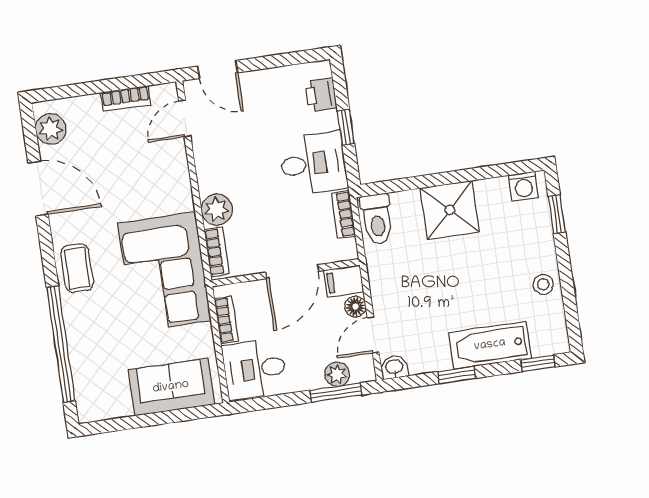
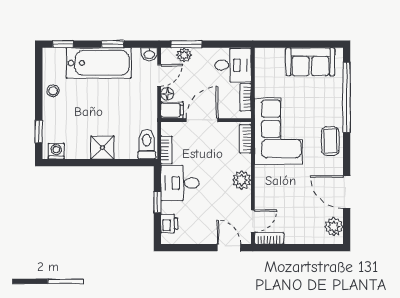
bookcase: (126, 99) -> (269, 238), moved
plant: (217, 210) -> (242, 180), moved
shower: (450, 210) -> (102, 148), width x0.73, depth x0.73
bathtub: (490, 345) -> (99, 63), width x1.36, depth x1.36
sofa: (171, 387) -> (310, 62), moved

